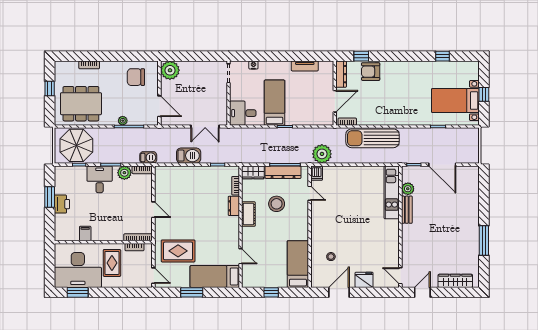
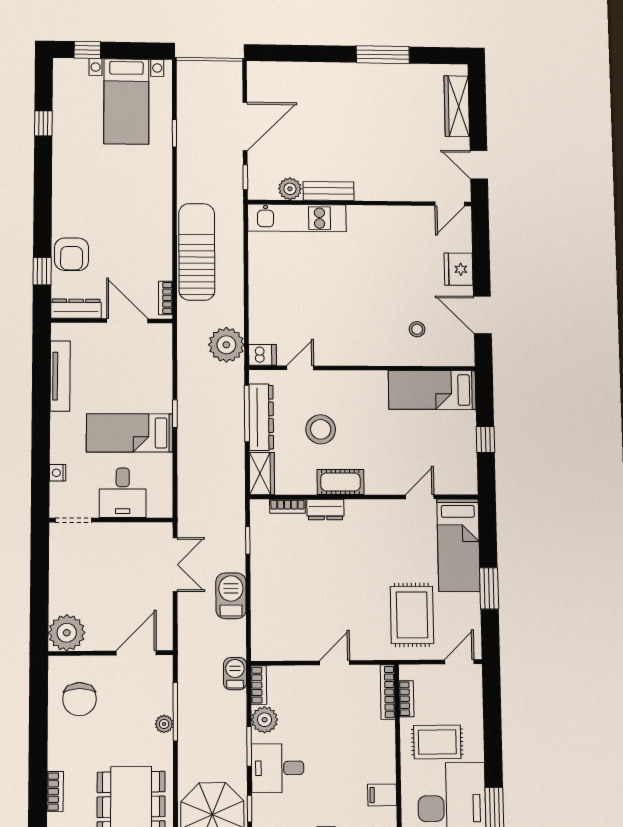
tv unit: (305, 66) -> (60, 376), width x1.41
window: (484, 94) -> (87, 50), moved
desk: (243, 113) -> (123, 493), moved
sun lounger: (372, 138) -> (197, 252), turned 180

